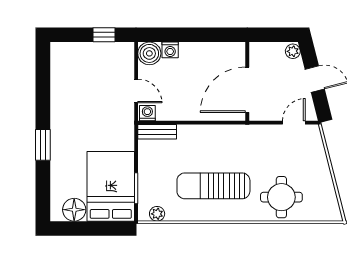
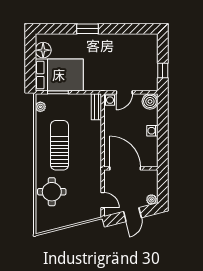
washing machine: (170, 50) -> (152, 131), moved

